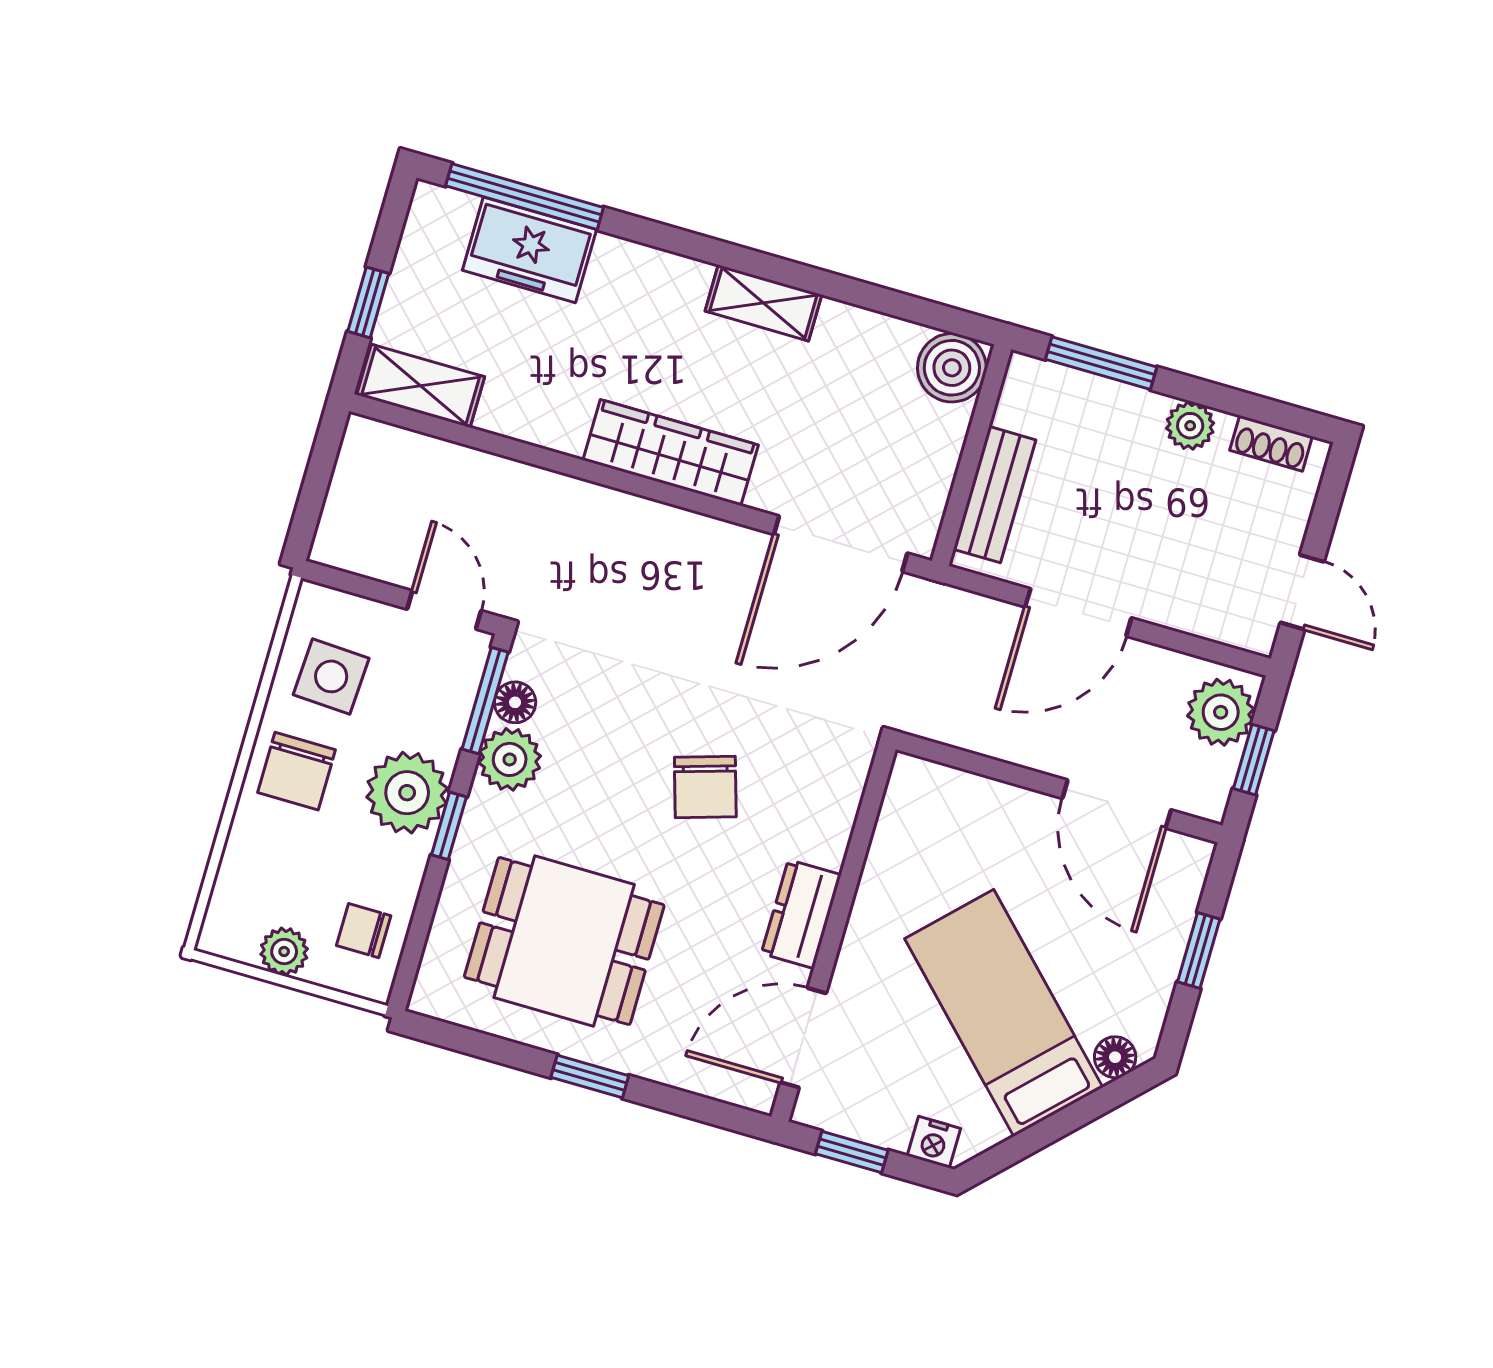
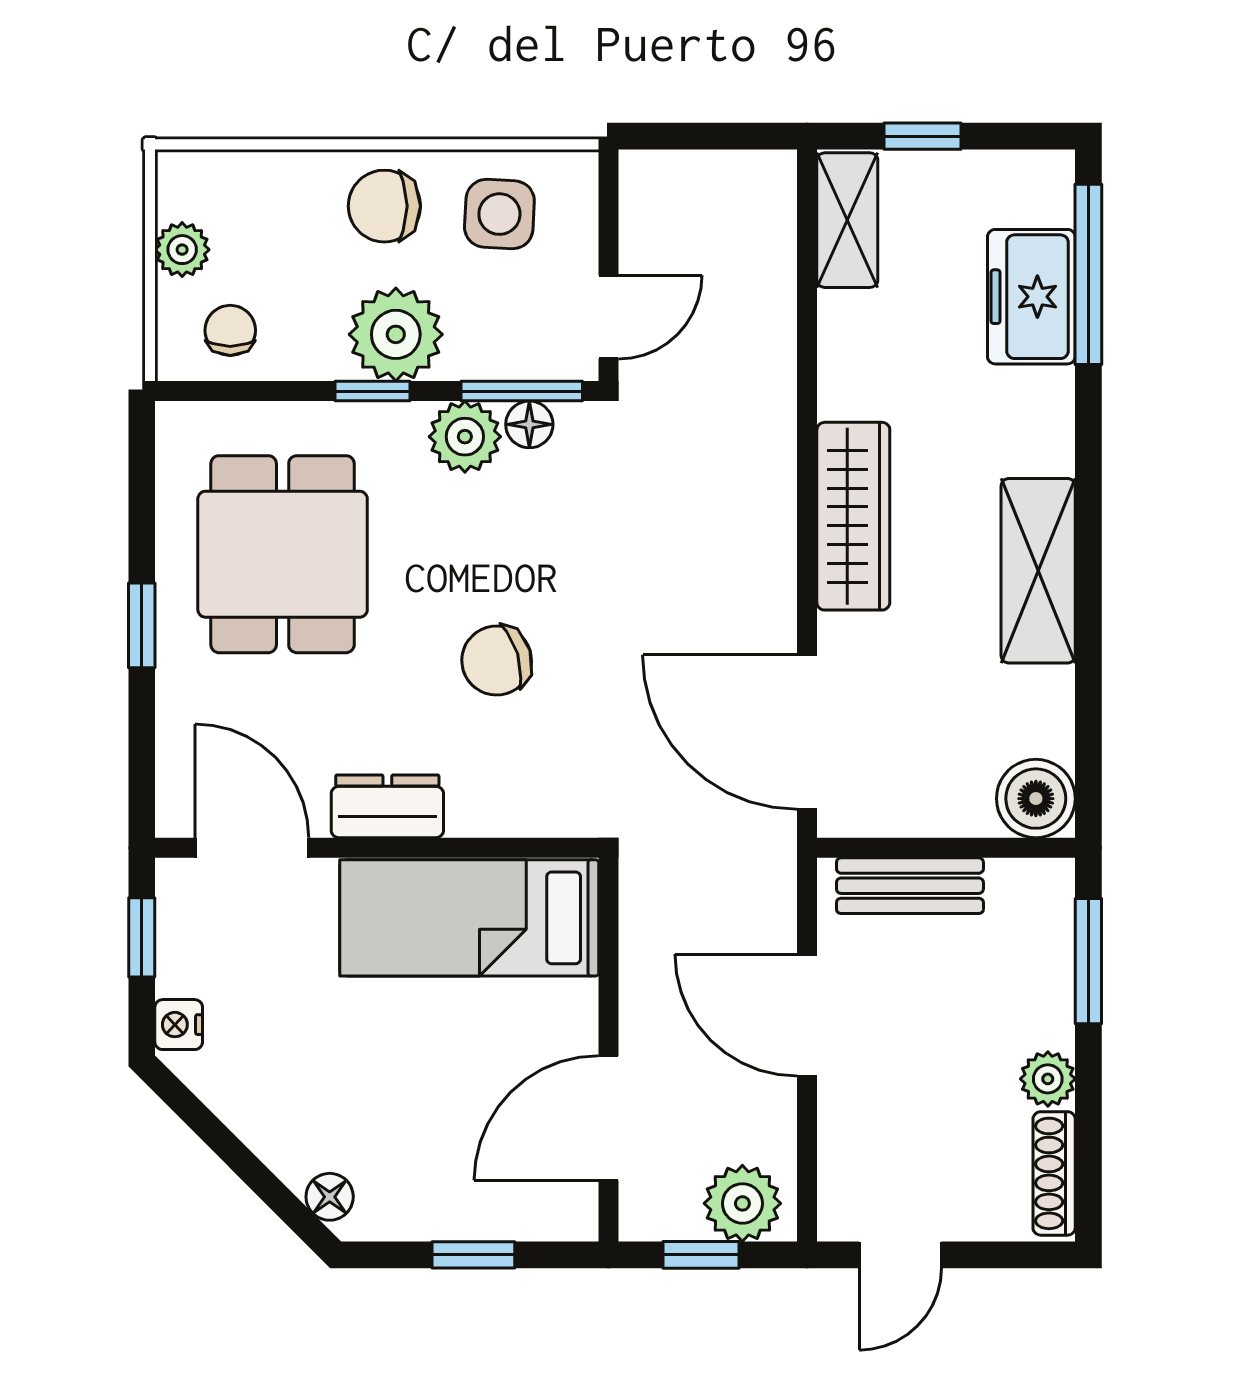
shelving: (763, 303) -> (1038, 571), width x1.50, depth x1.33
shoe rack: (1271, 443) -> (1054, 1173), width x1.43
bed: (1004, 1013) -> (469, 918), moved, turned -135

